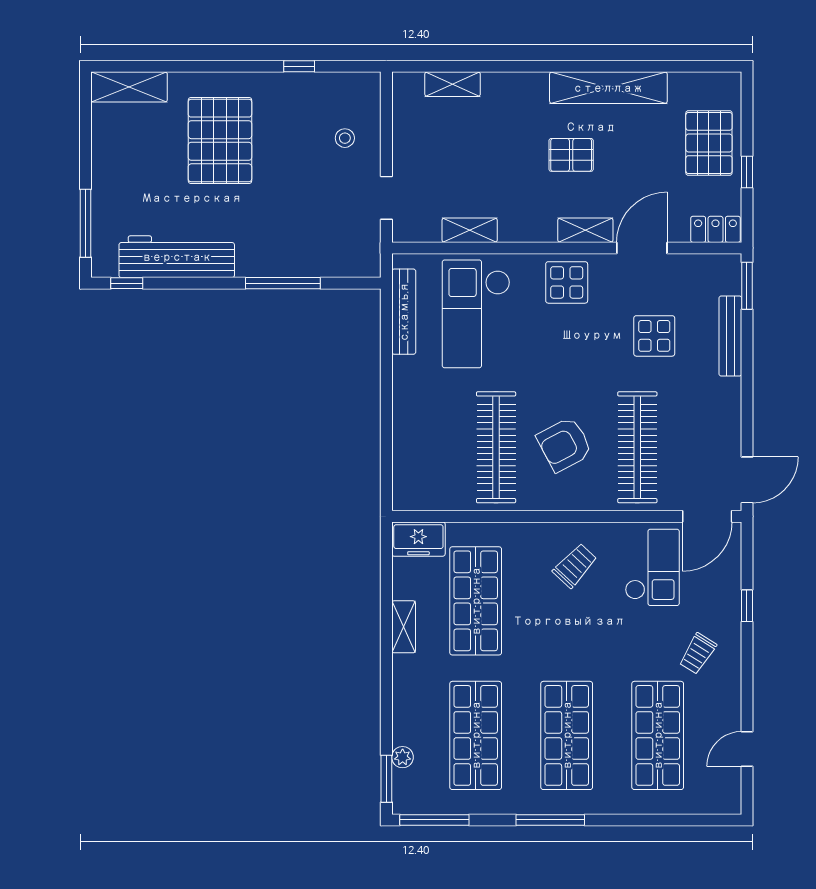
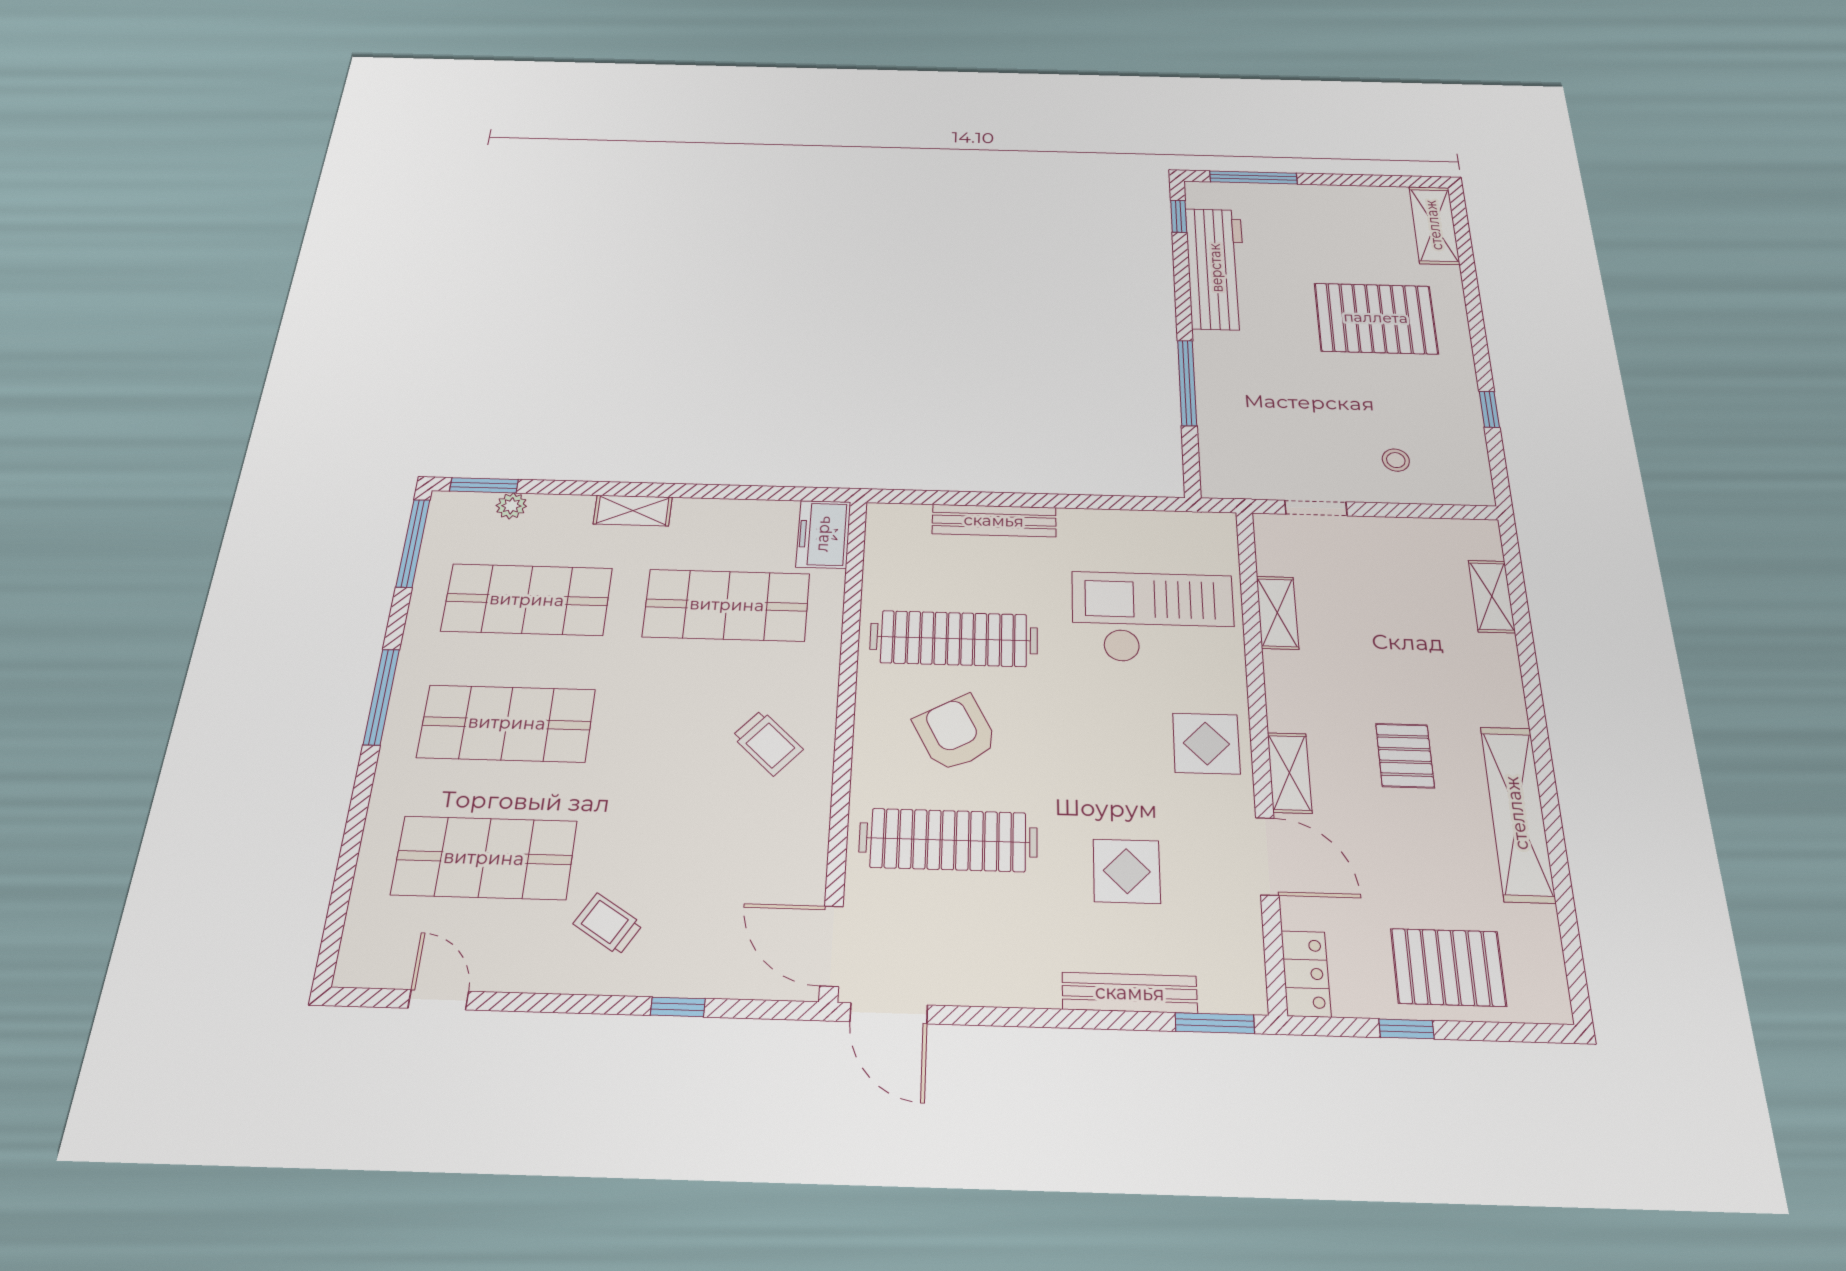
bench: (404, 312) -> (994, 521), moved
checkout: (652, 567) -> (755, 857), removed
shelving: (404, 627) -> (633, 510), moved

